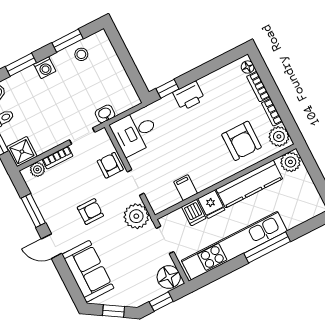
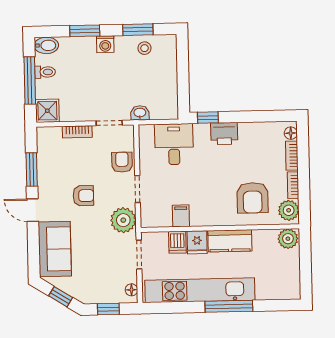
desk: (135, 132) -> (174, 144), moved, turned 90
plant: (37, 169) -> (54, 134), removed
kitchen counter: (249, 184) -> (230, 241), width x0.67
floor lamp: (169, 277) -> (131, 290), width x0.53, depth x0.53

